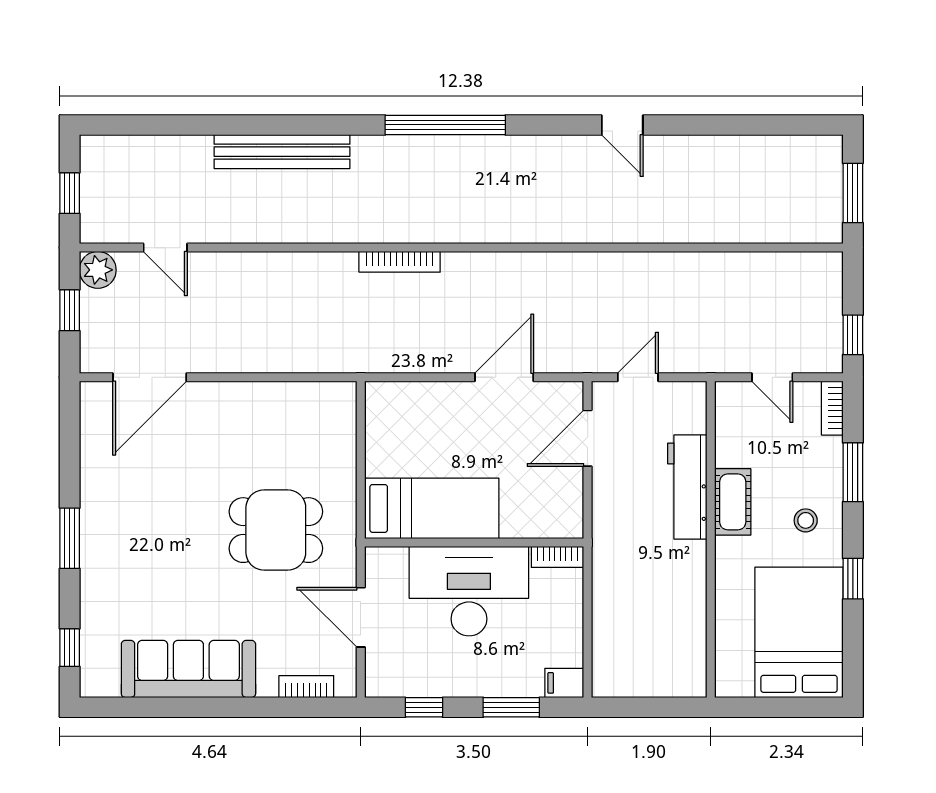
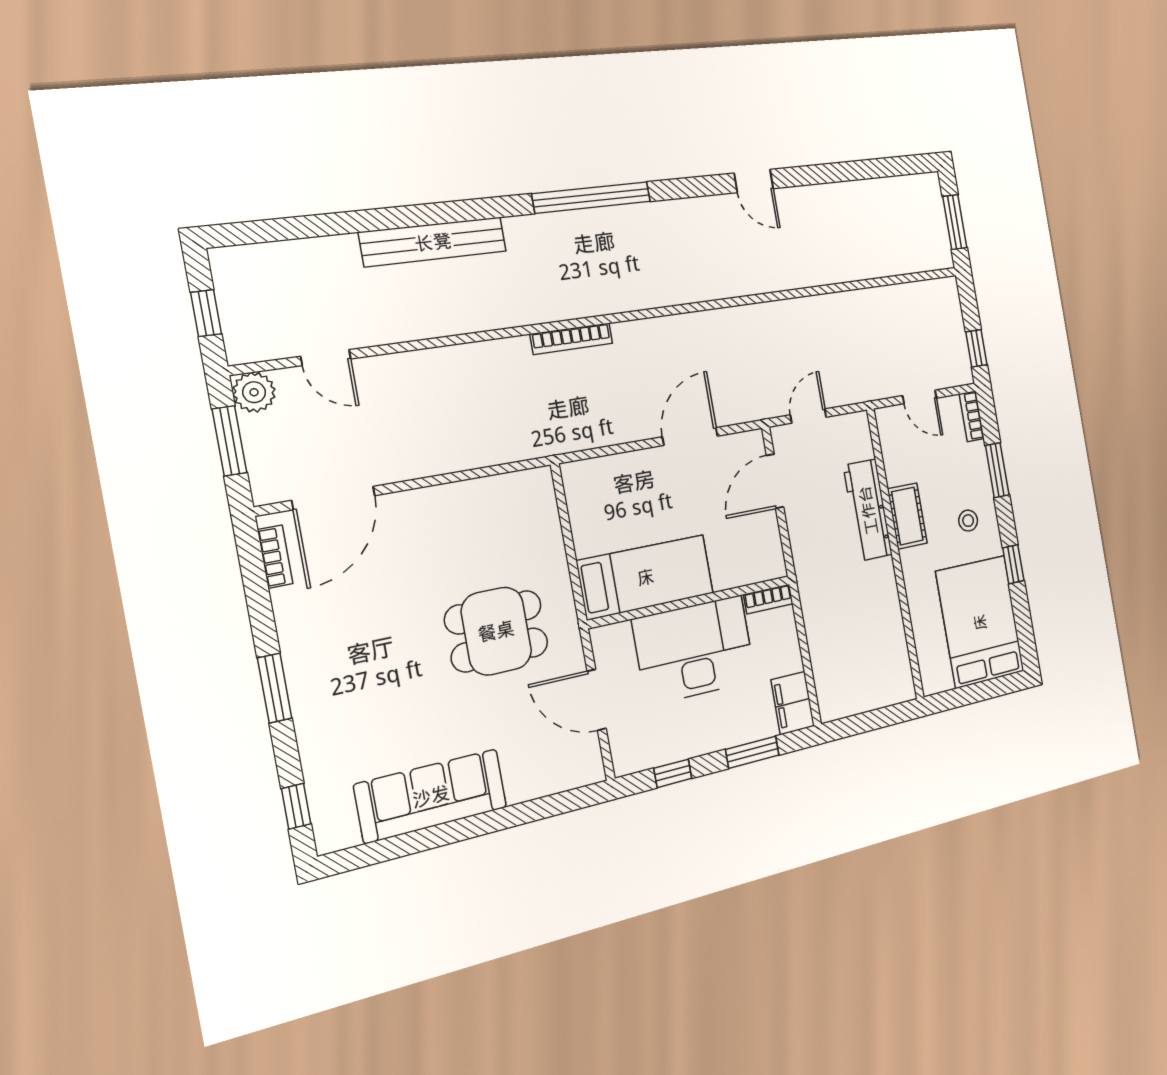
window: (70, 310) -> (229, 441), width x1.50
filing cabinet: (564, 683) -> (793, 703), width x2.00
bookcase: (306, 687) -> (275, 557), moved, turned 90

